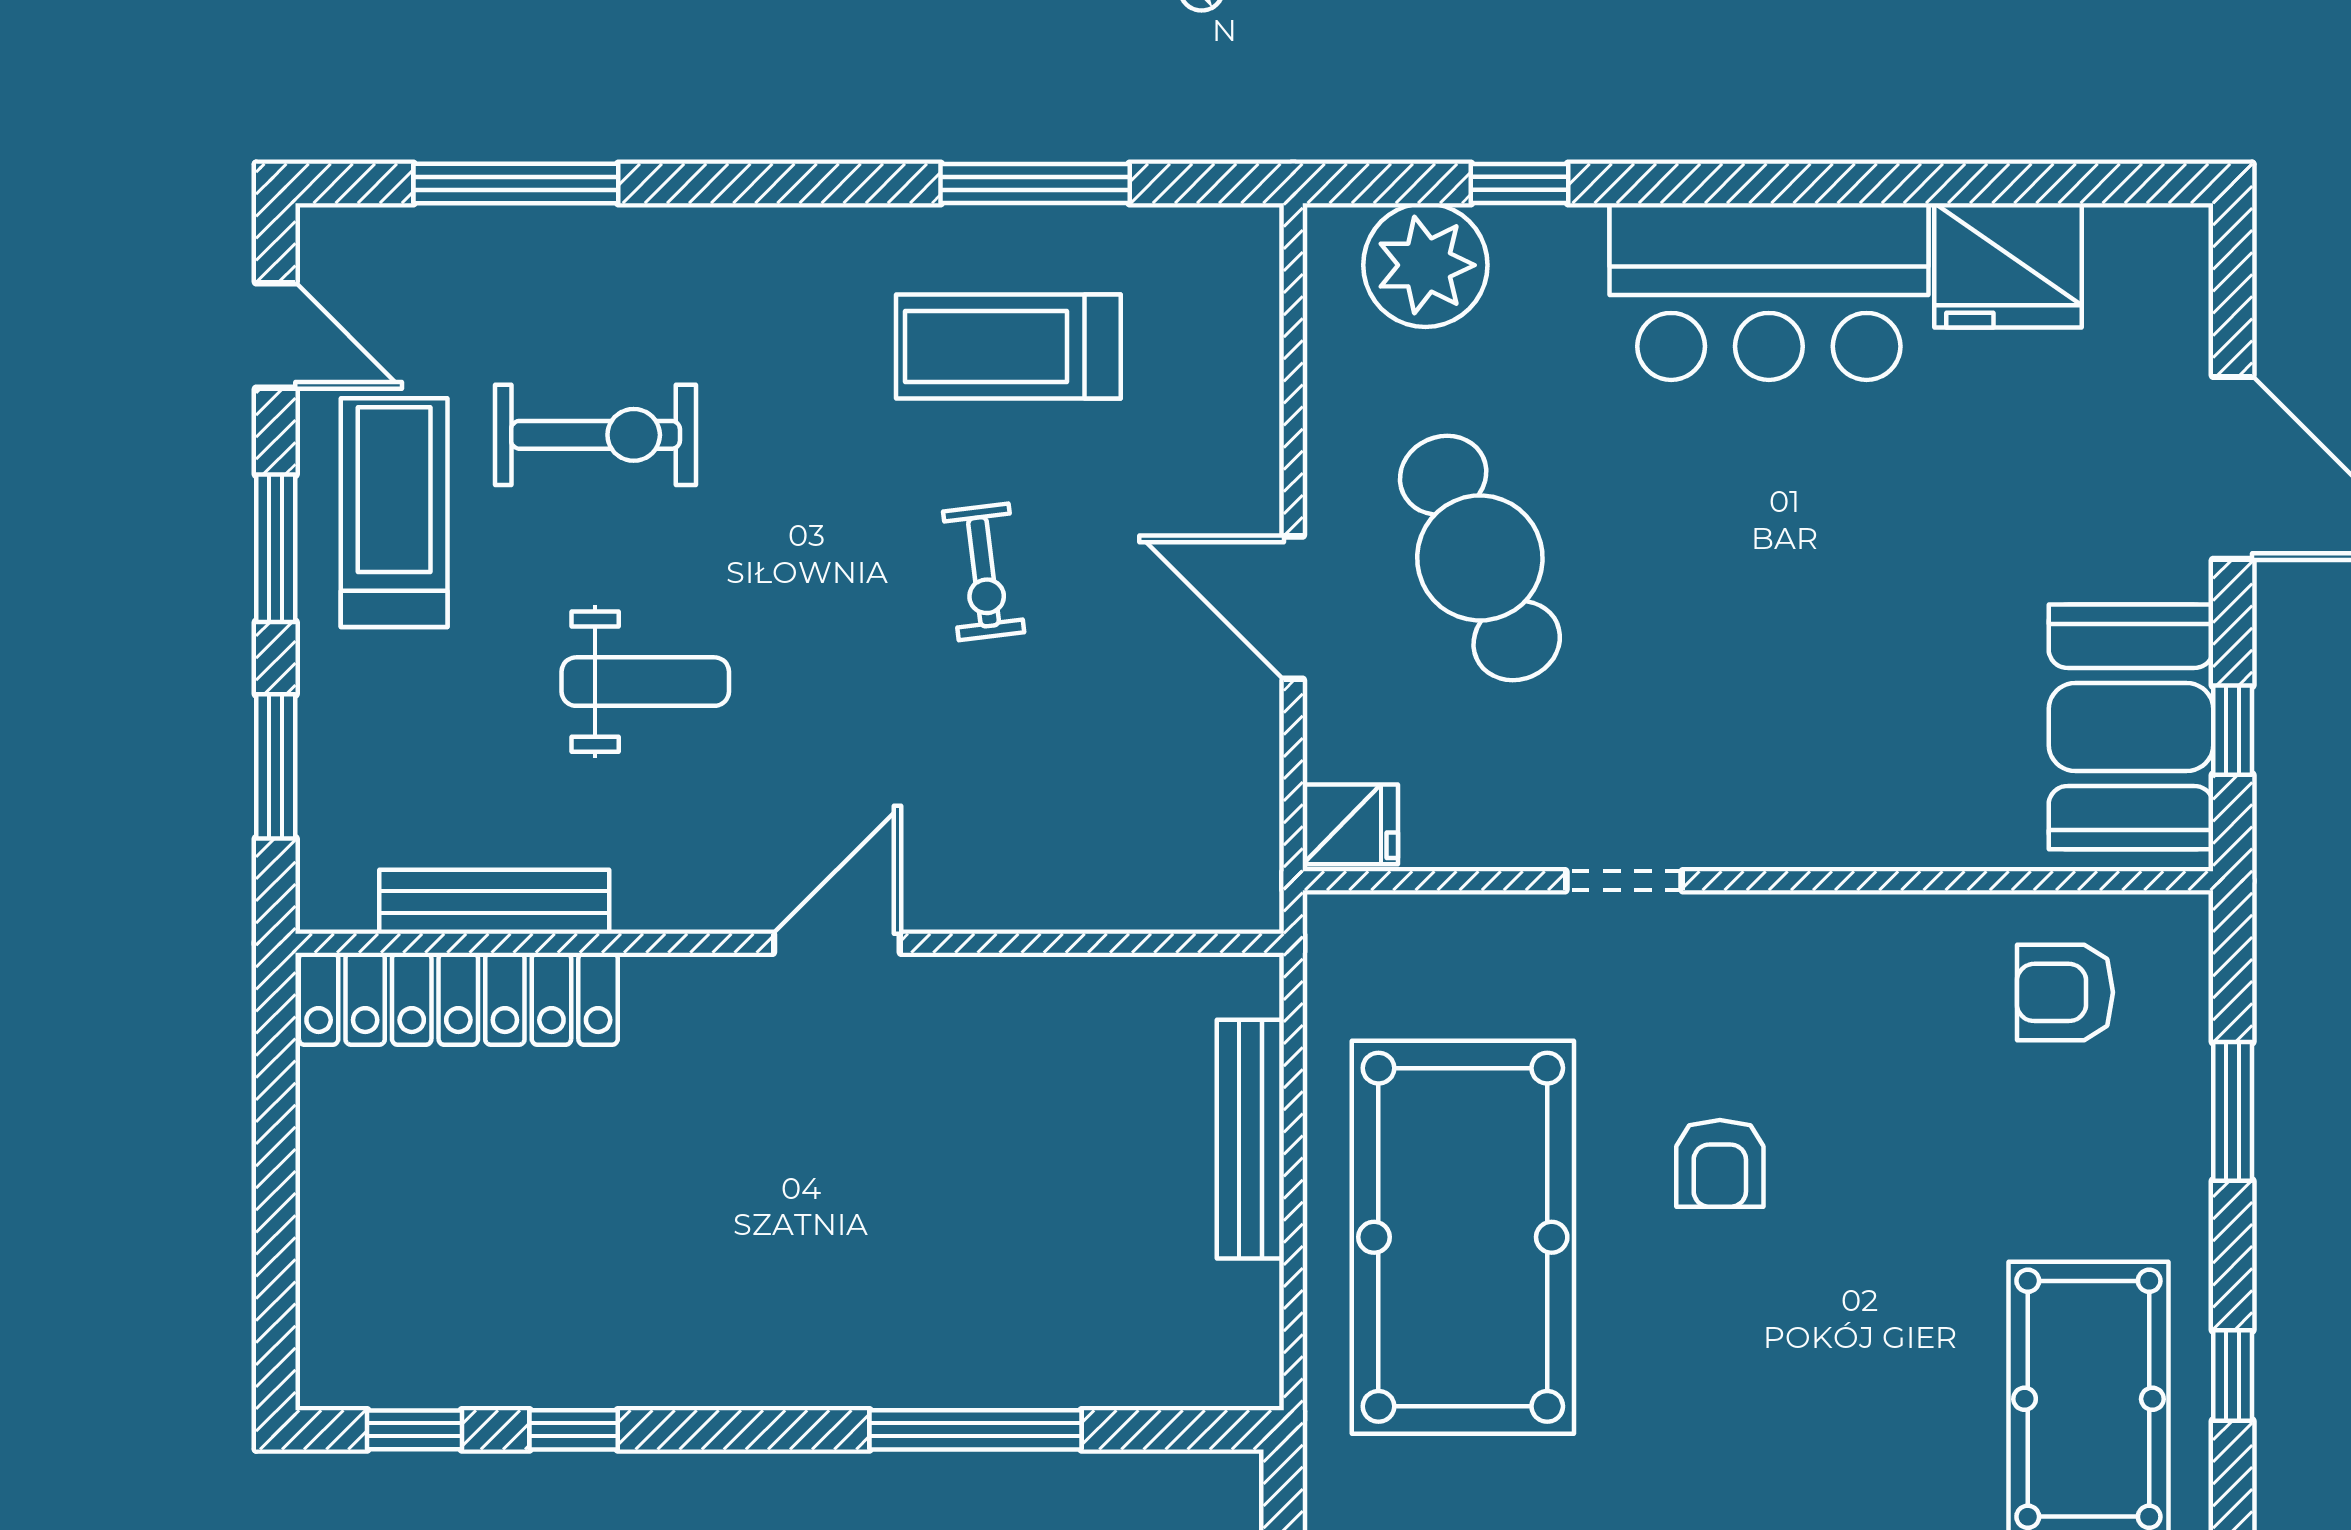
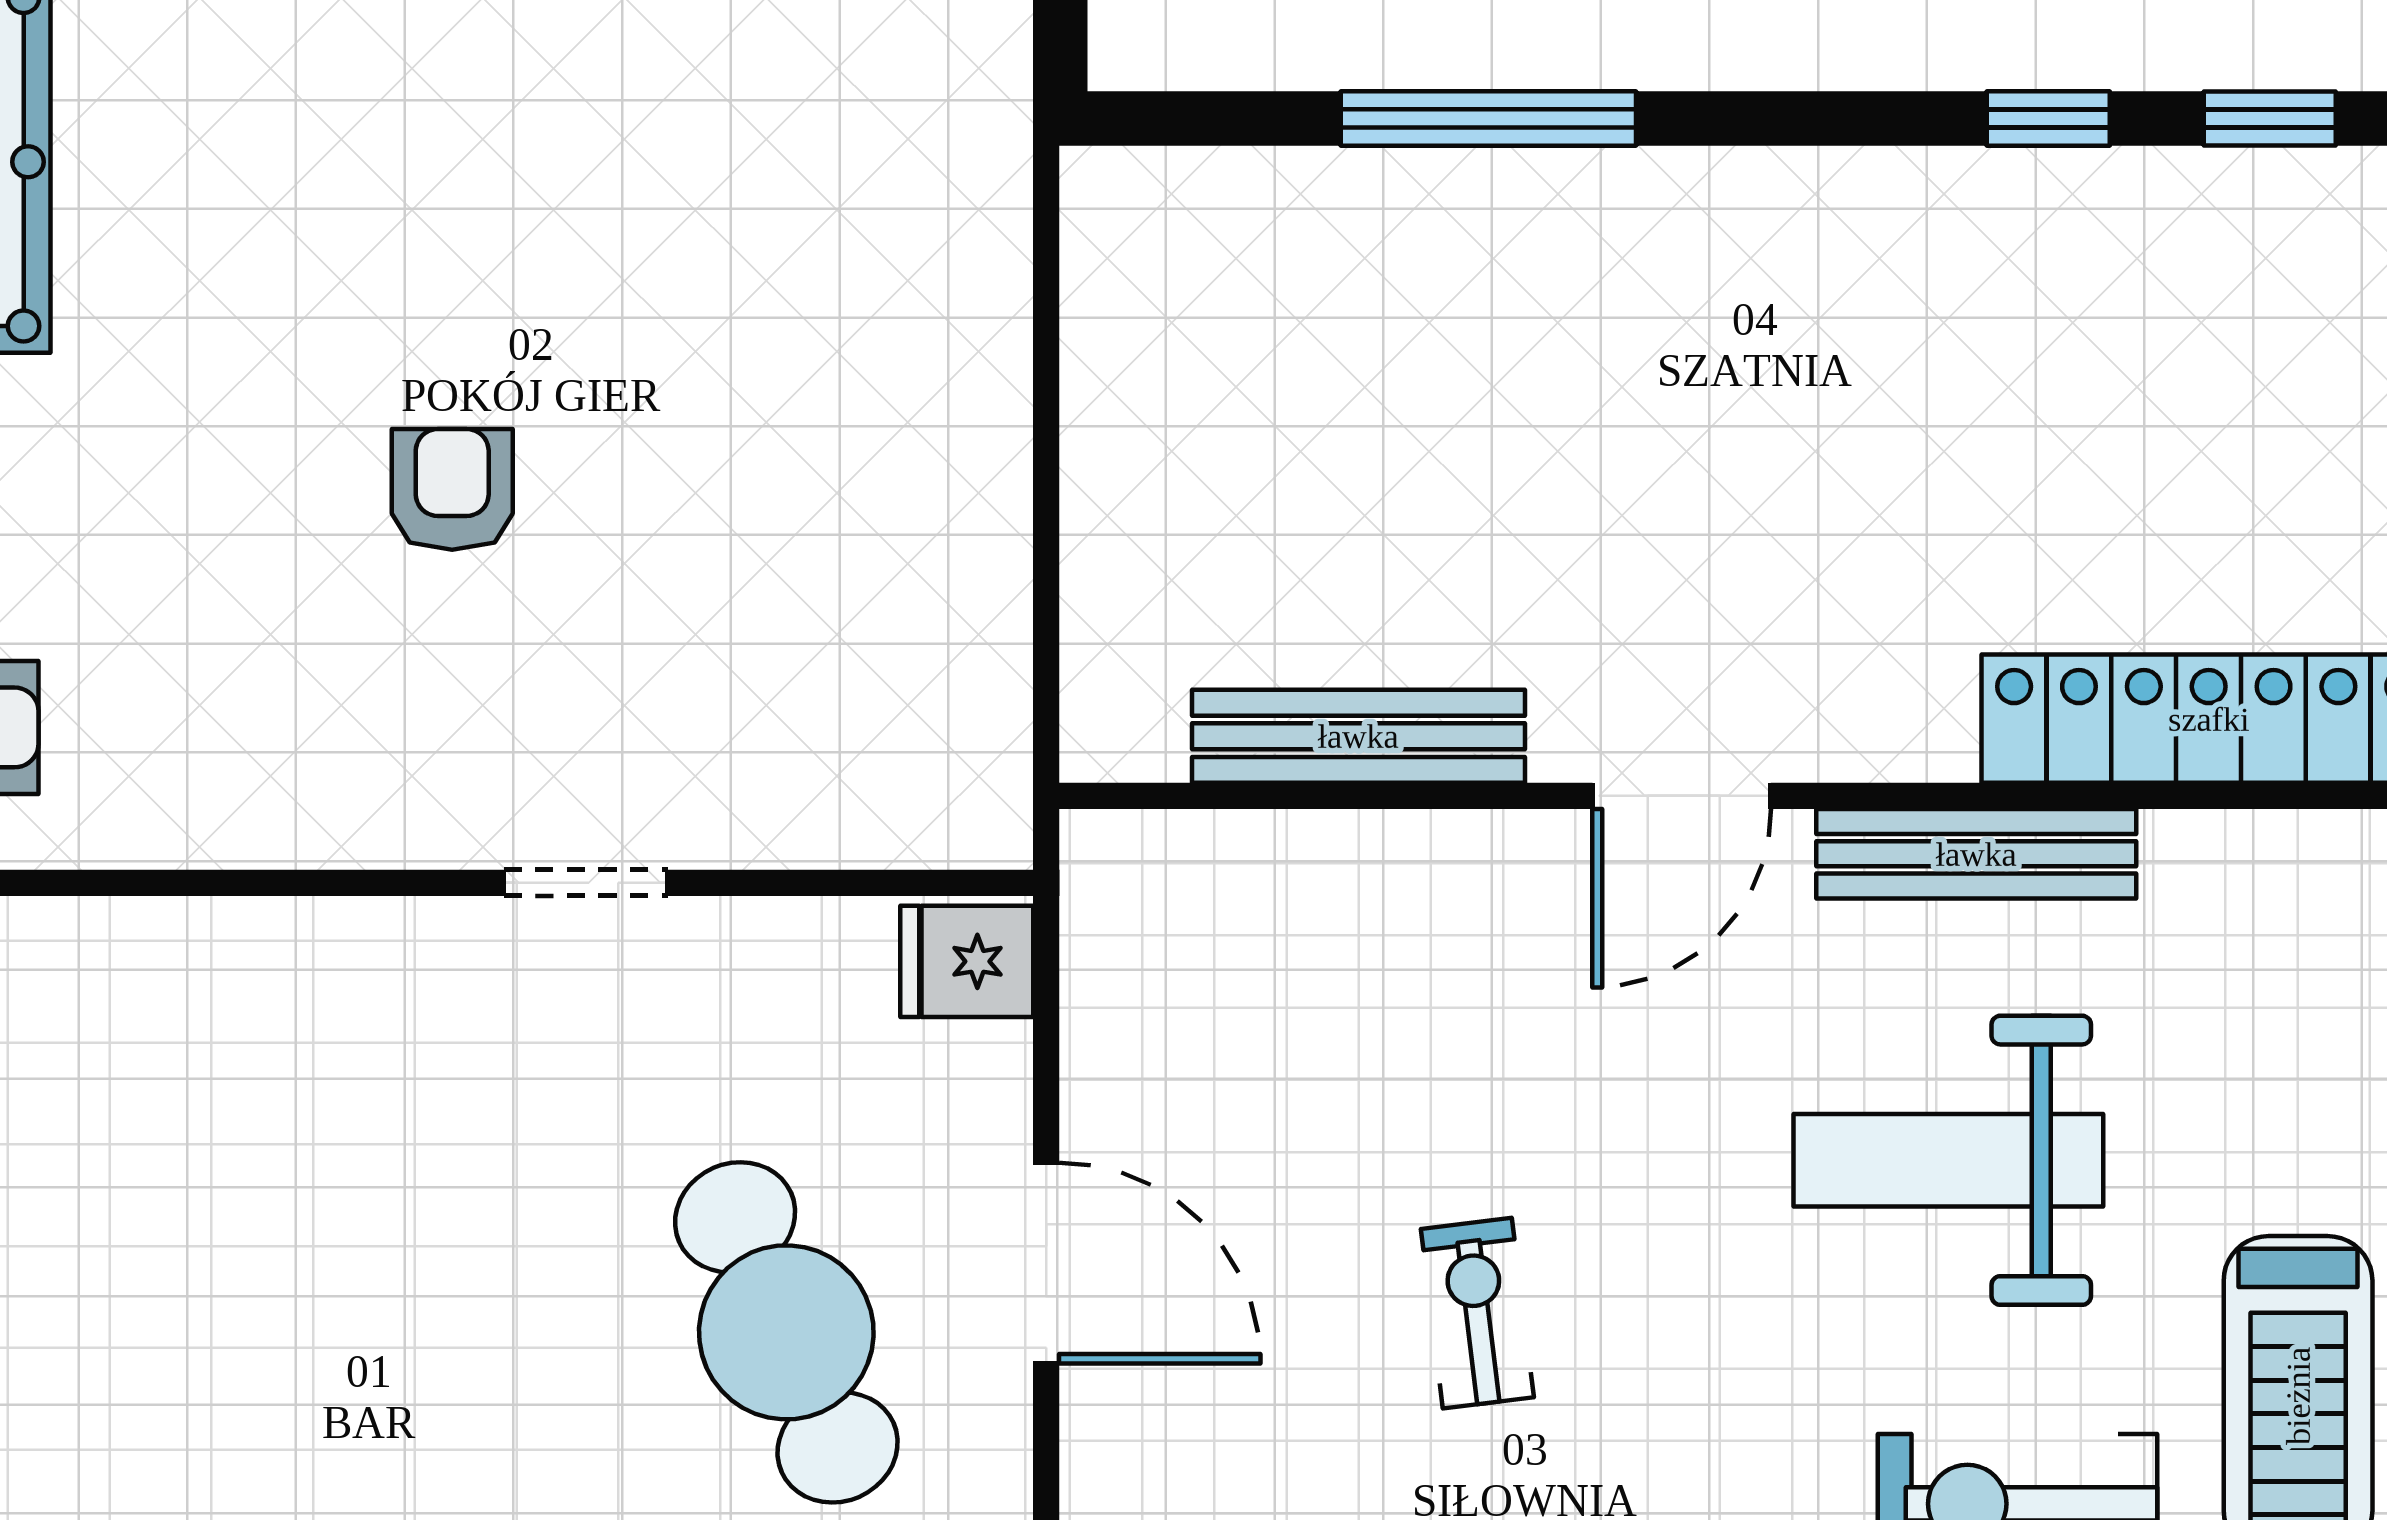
weight bench: (645, 682) -> (1948, 1160), width x1.36, depth x1.33
bench: (494, 902) -> (1976, 854), moved
bench: (1250, 1139) -> (1358, 736), moved, turned 90
pool table: (1463, 1237) -> (810, 387), removed

